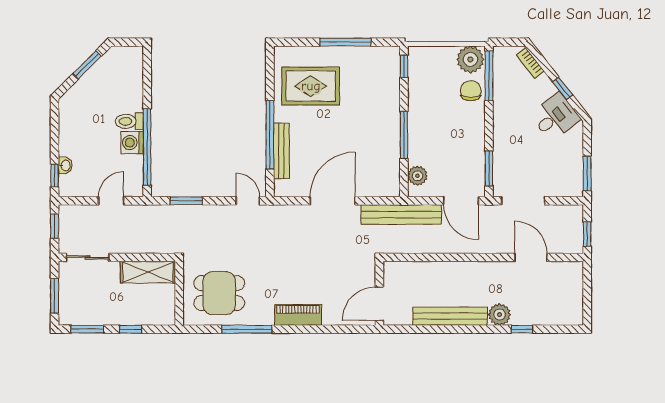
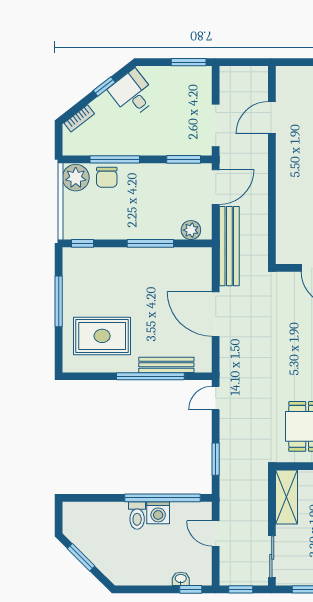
window: (489, 76) -> (115, 159), moved
rug: (311, 86) -> (102, 336), turned 90
chair: (471, 91) -> (107, 177), turned -90
window: (587, 234) -> (249, 62), removed

